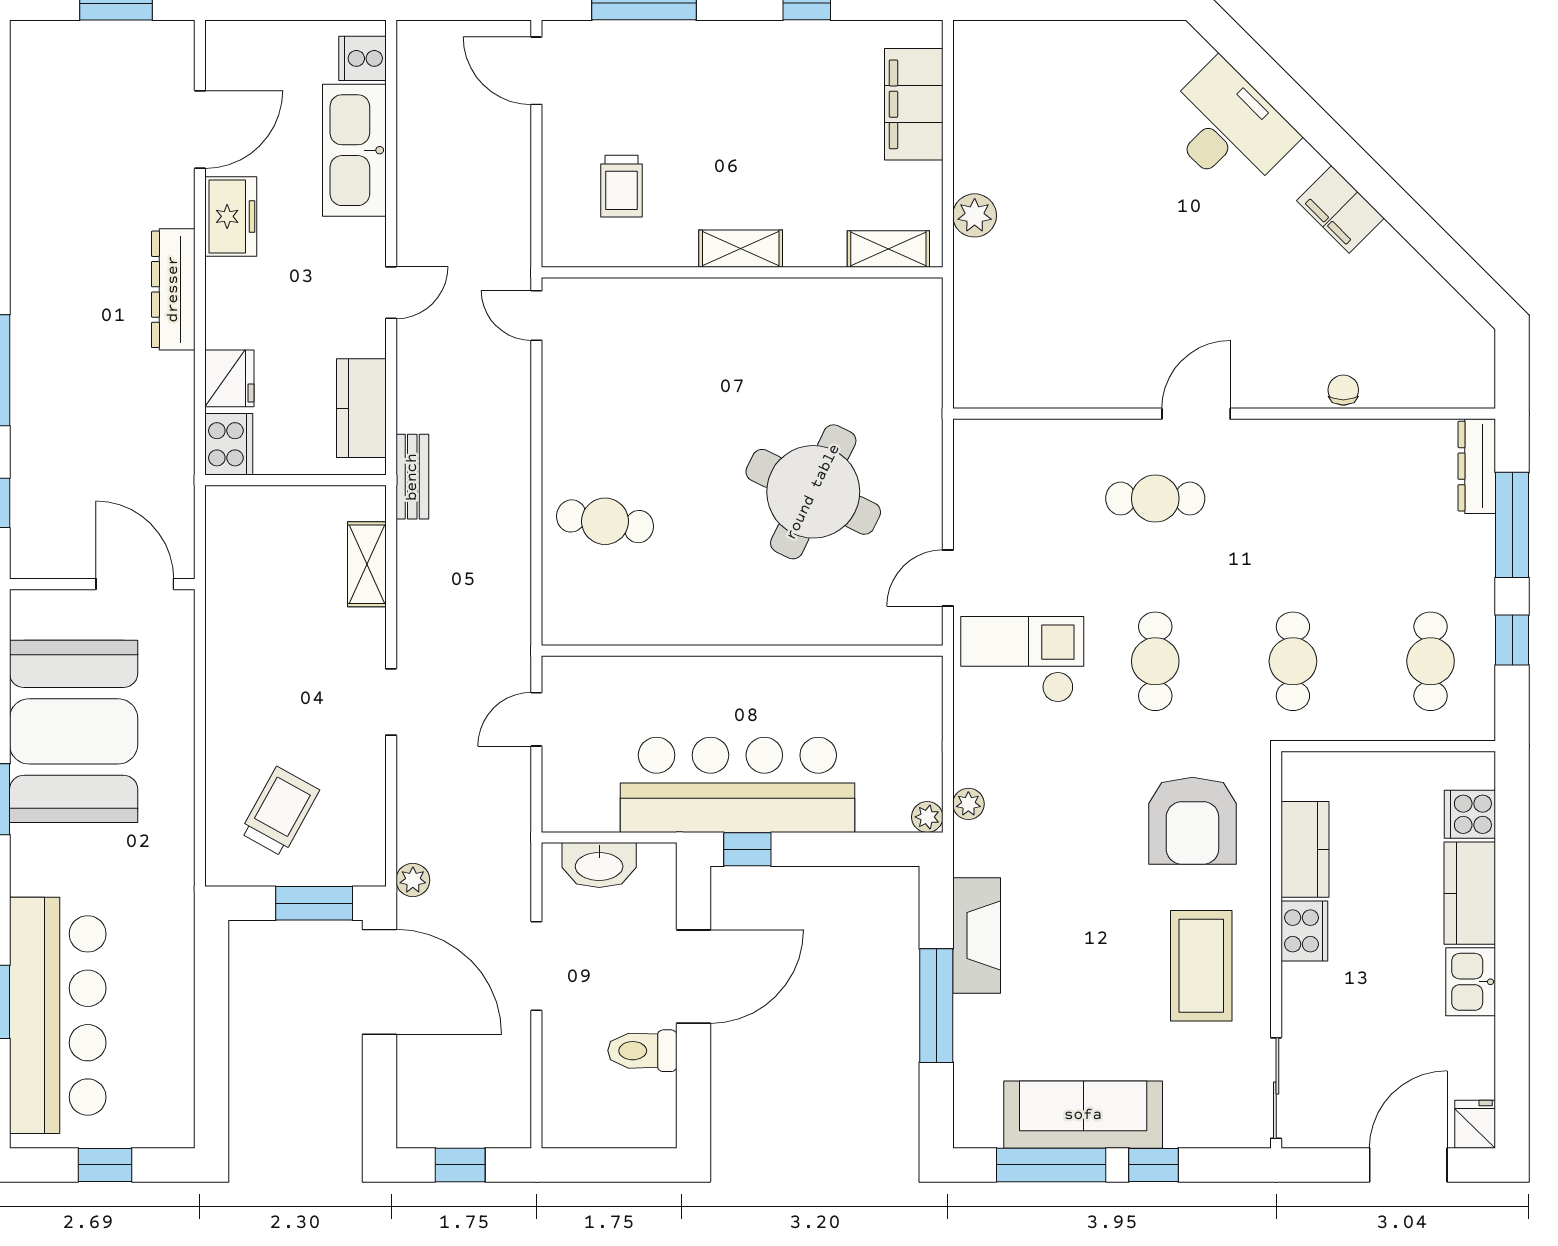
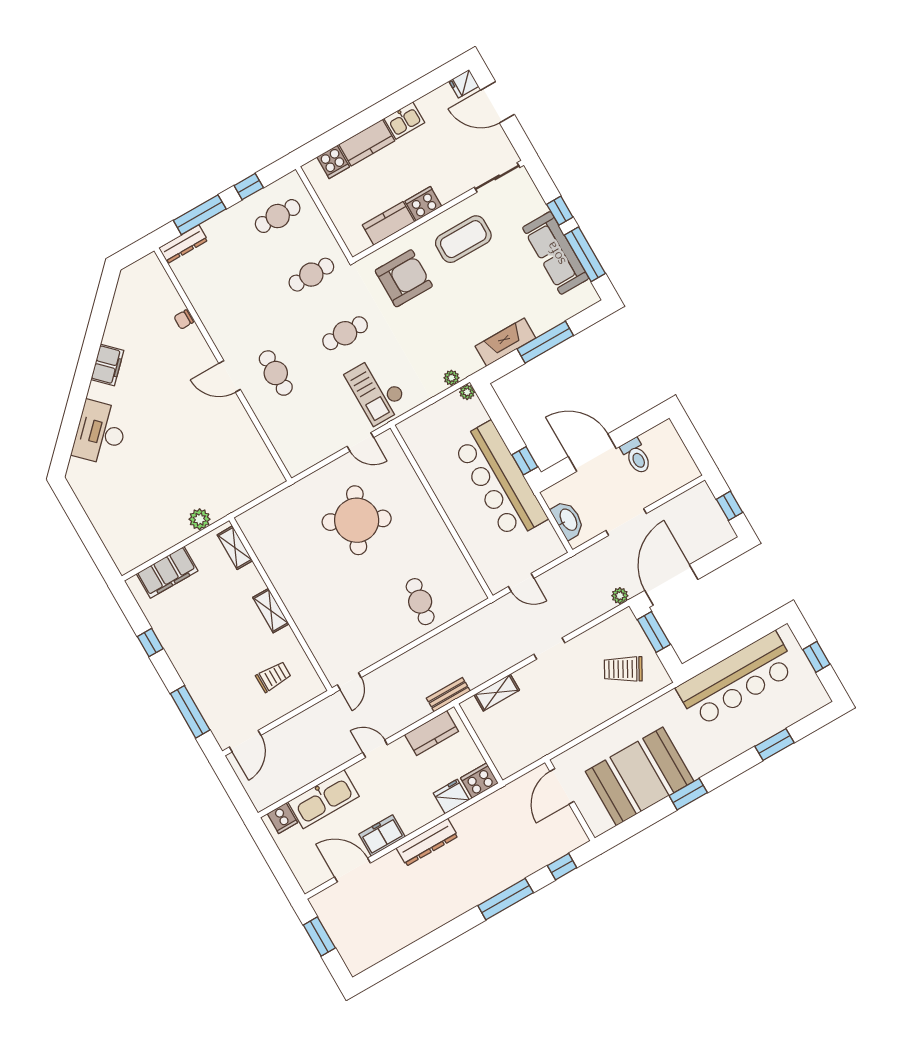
bar counter: (58, 1015) -> (737, 679), moved, turned 180

